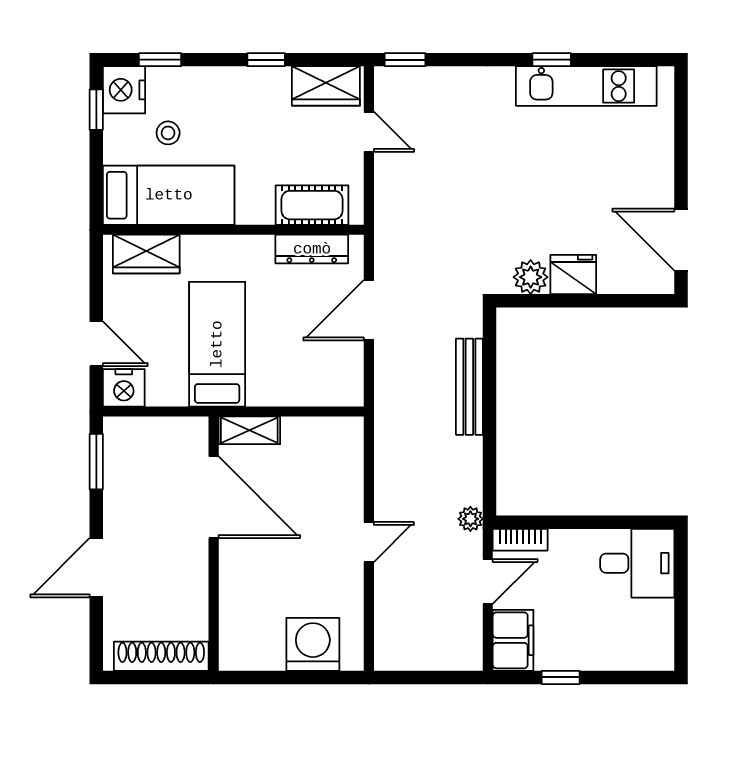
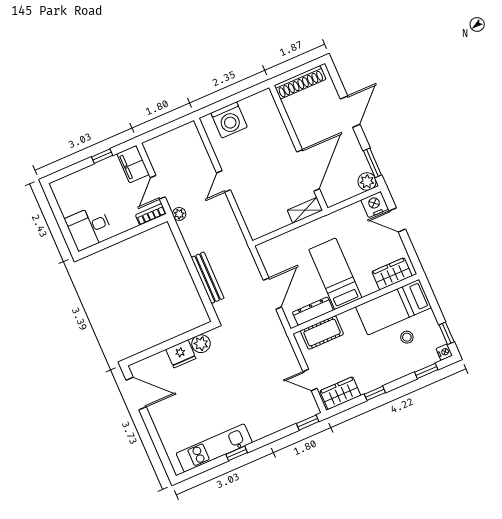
nightstand: (124, 90) -> (444, 352), width x0.53, depth x0.56
bed: (217, 344) -> (335, 274), moved, turned 180
plant: (120, 433) -> (367, 182), added
door: (214, 497) -> (308, 170), swing flipped

